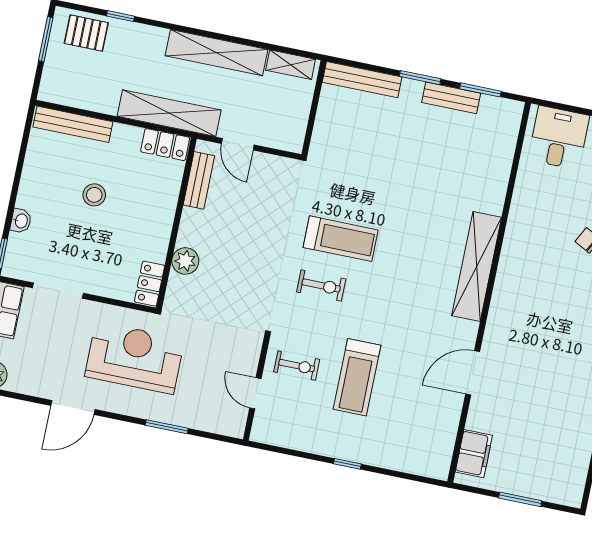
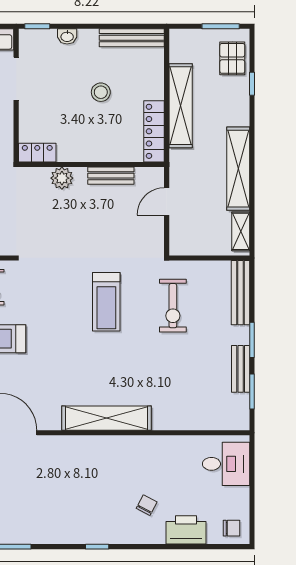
shelving: (169, 113) -> (181, 106), moved
bench: (73, 124) -> (132, 38), moved, turned 90
locker: (165, 145) -> (154, 131), width x1.53
bench: (199, 180) -> (111, 176), moved
exercise bike: (321, 285) -> (173, 306), moved, width x1.38, depth x1.39

